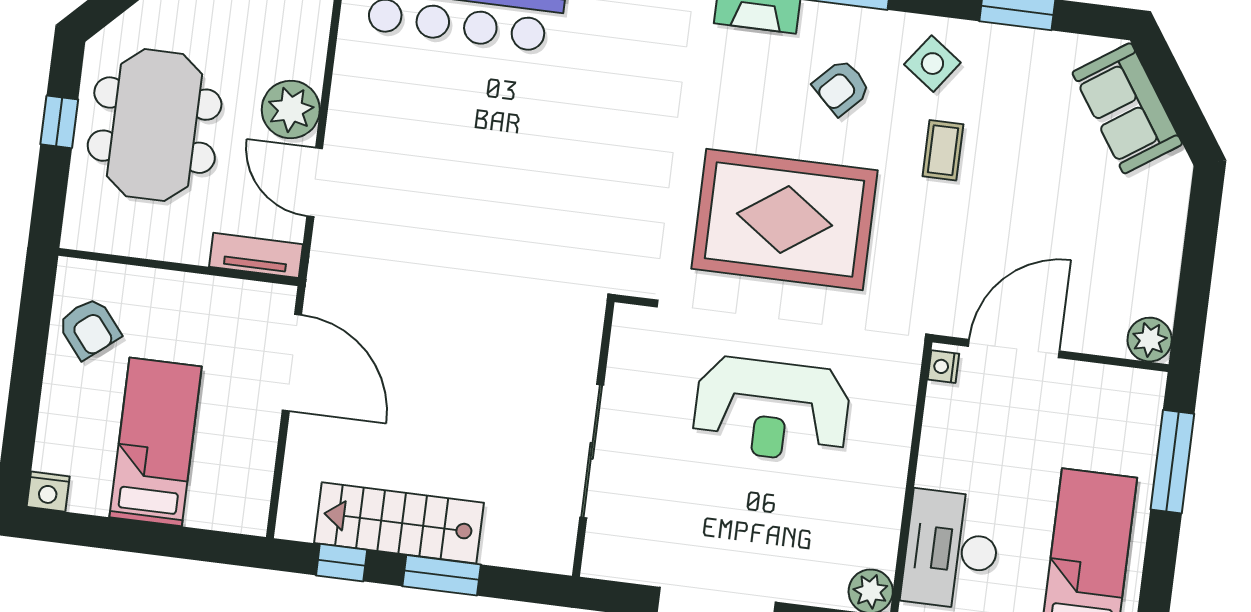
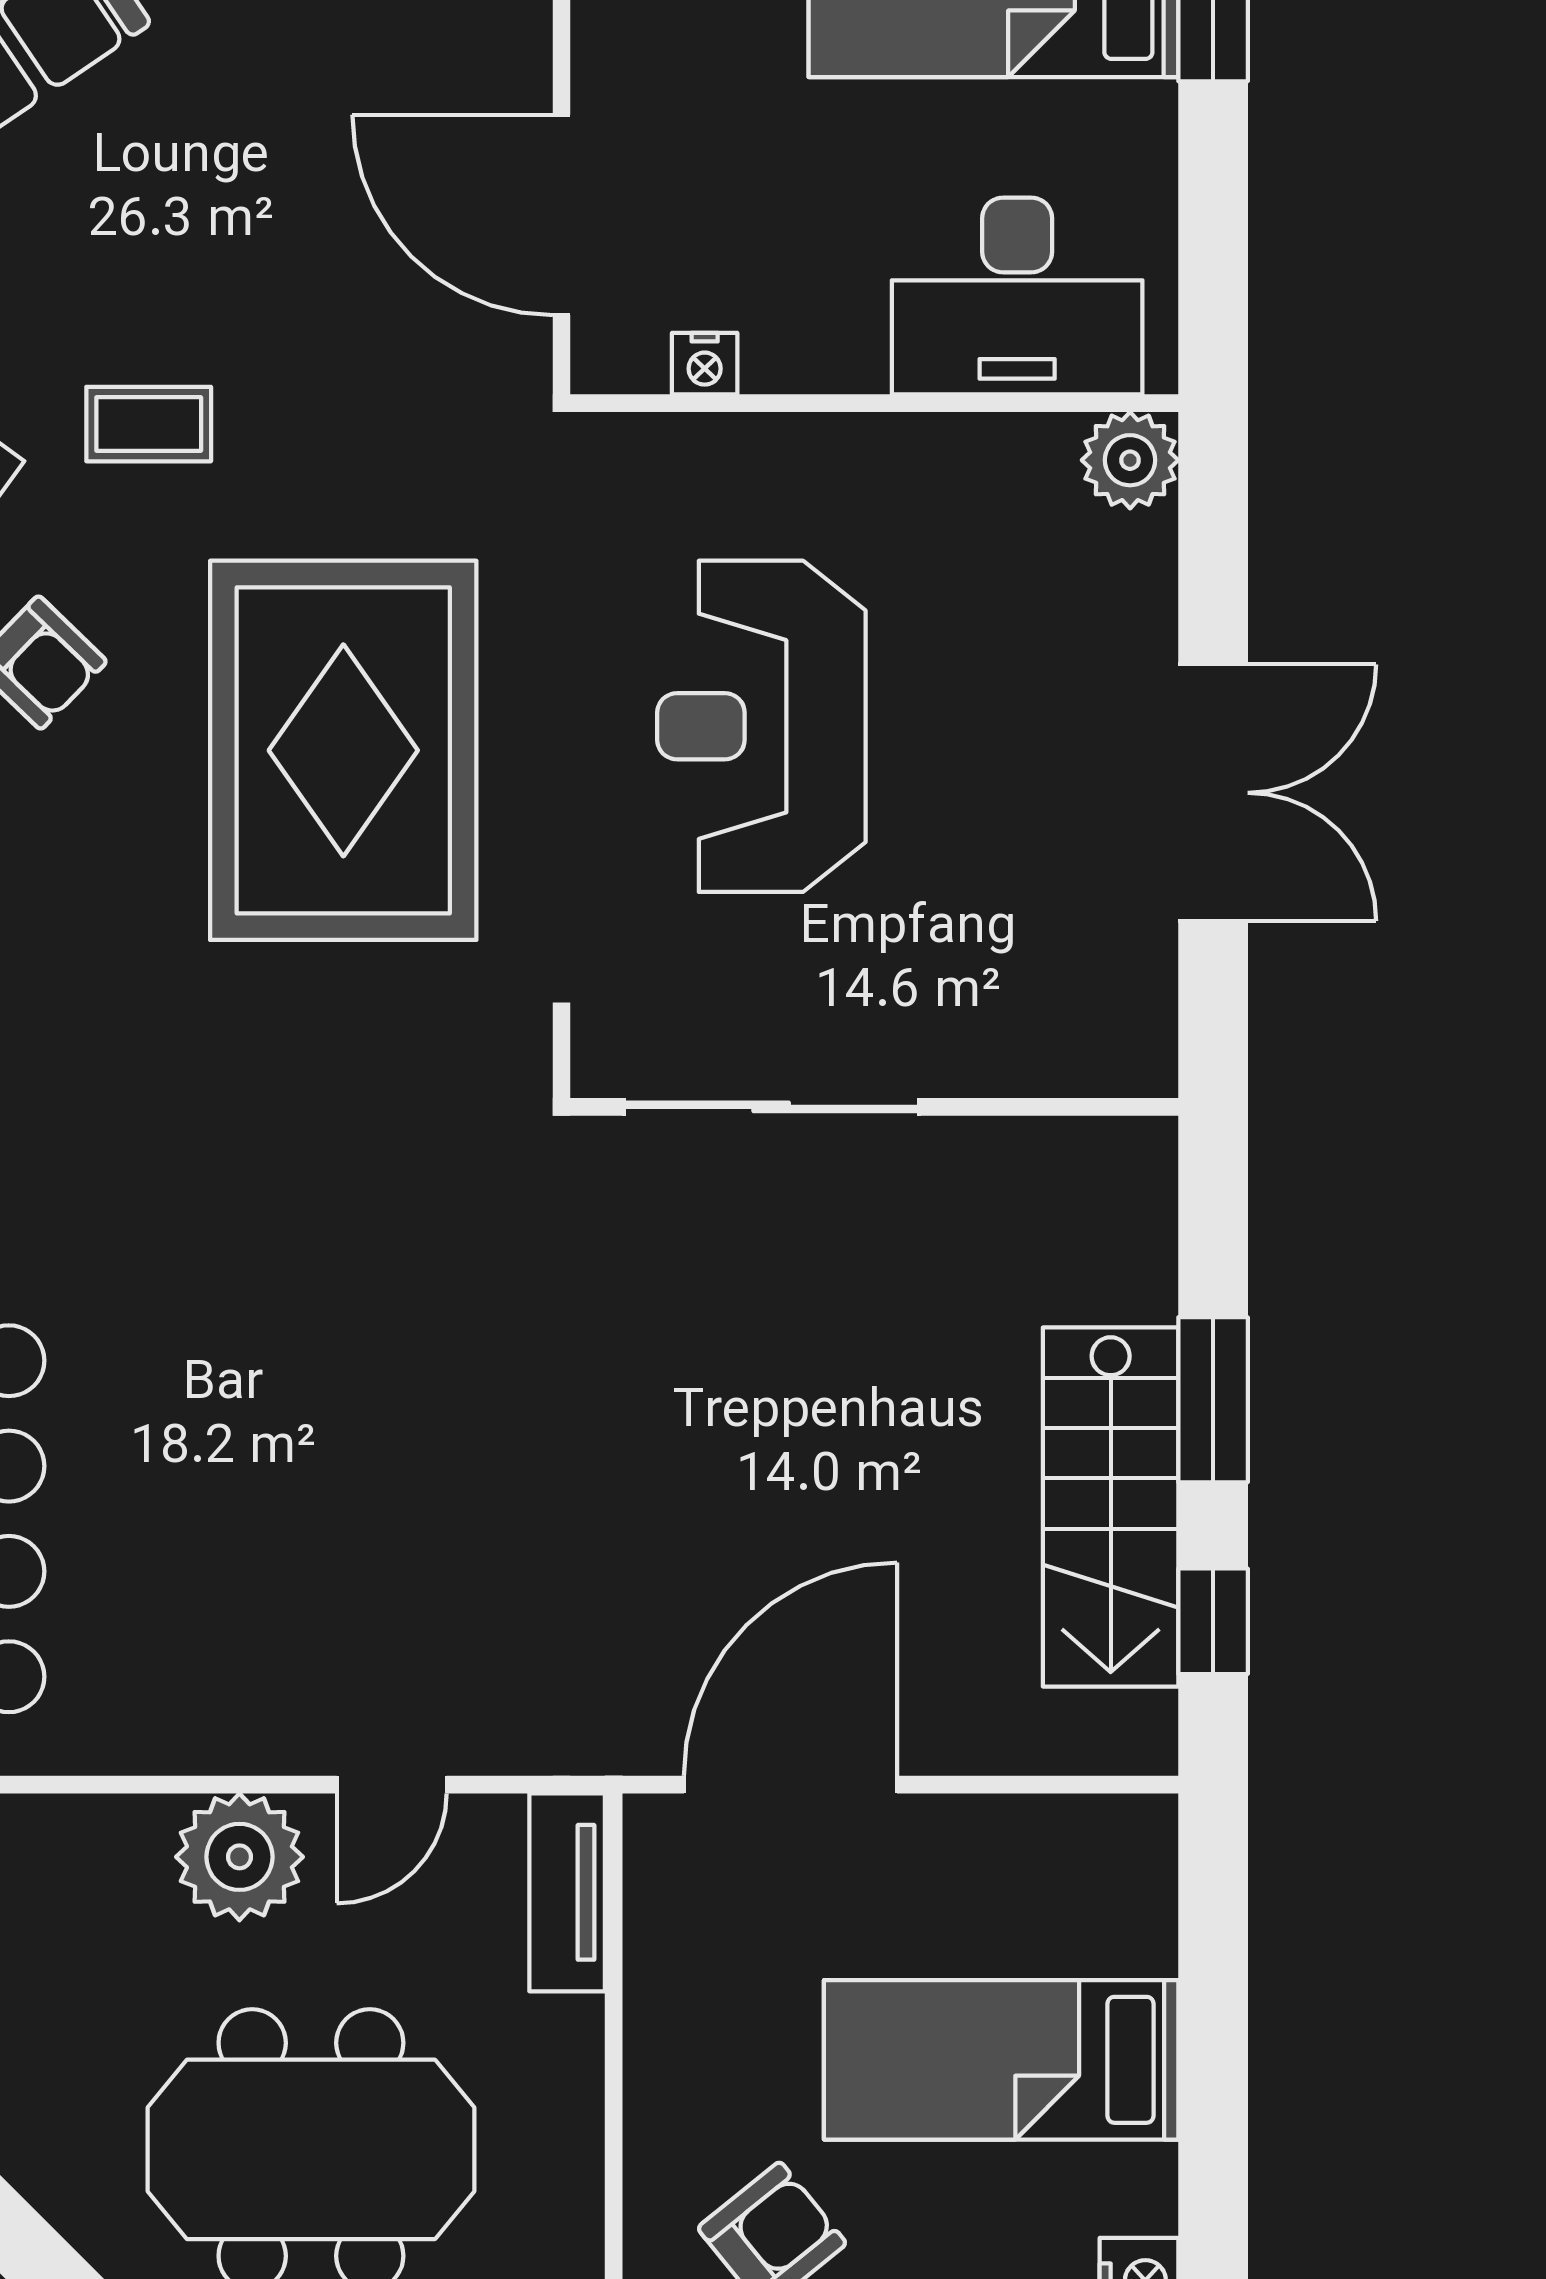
door: (315, 182) -> (392, 1785), width x0.73
nightstand: (943, 367) -> (705, 364), moved
reception desk: (772, 410) -> (761, 726), turned 180
sliding door: (592, 451) -> (771, 1107), moved

